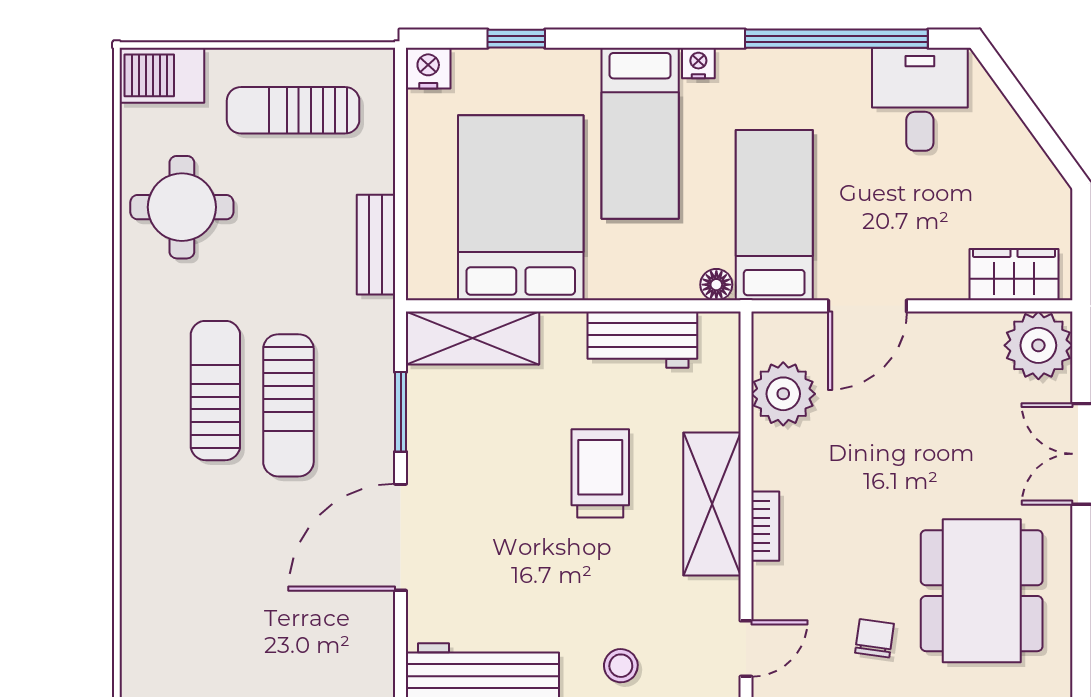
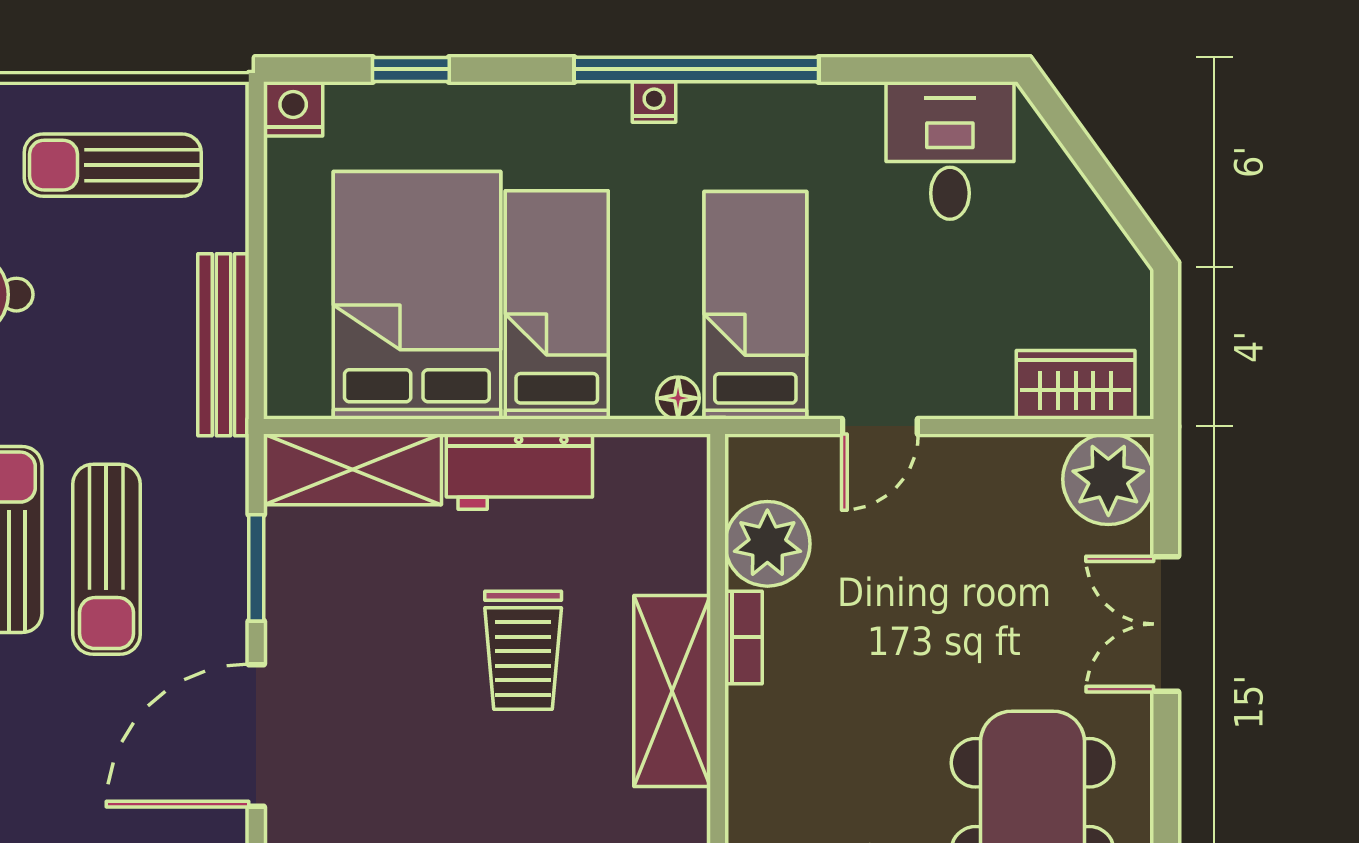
window: (836, 39) -> (696, 69), moved
bed: (640, 133) -> (557, 305), moved, turned 180
bench: (376, 245) -> (223, 345), width x1.36
door: (867, 306) -> (880, 426), width x0.73
workbench: (642, 340) -> (519, 472), moved
trolley: (600, 473) -> (523, 650), turned 180
bookcase: (765, 526) -> (744, 637), moved

